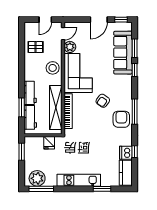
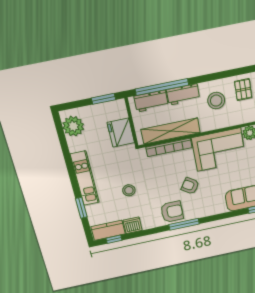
stool: (53, 68) -> (216, 101), moved
window: (135, 70) -> (233, 214), removed
window: (22, 107) -> (162, 87), width x2.11
fridge: (49, 143) -> (121, 133), width x1.88, depth x1.34
stool: (96, 149) -> (129, 190), added
window: (135, 152) -> (114, 239), moved
window: (41, 189) -> (61, 134), removed

